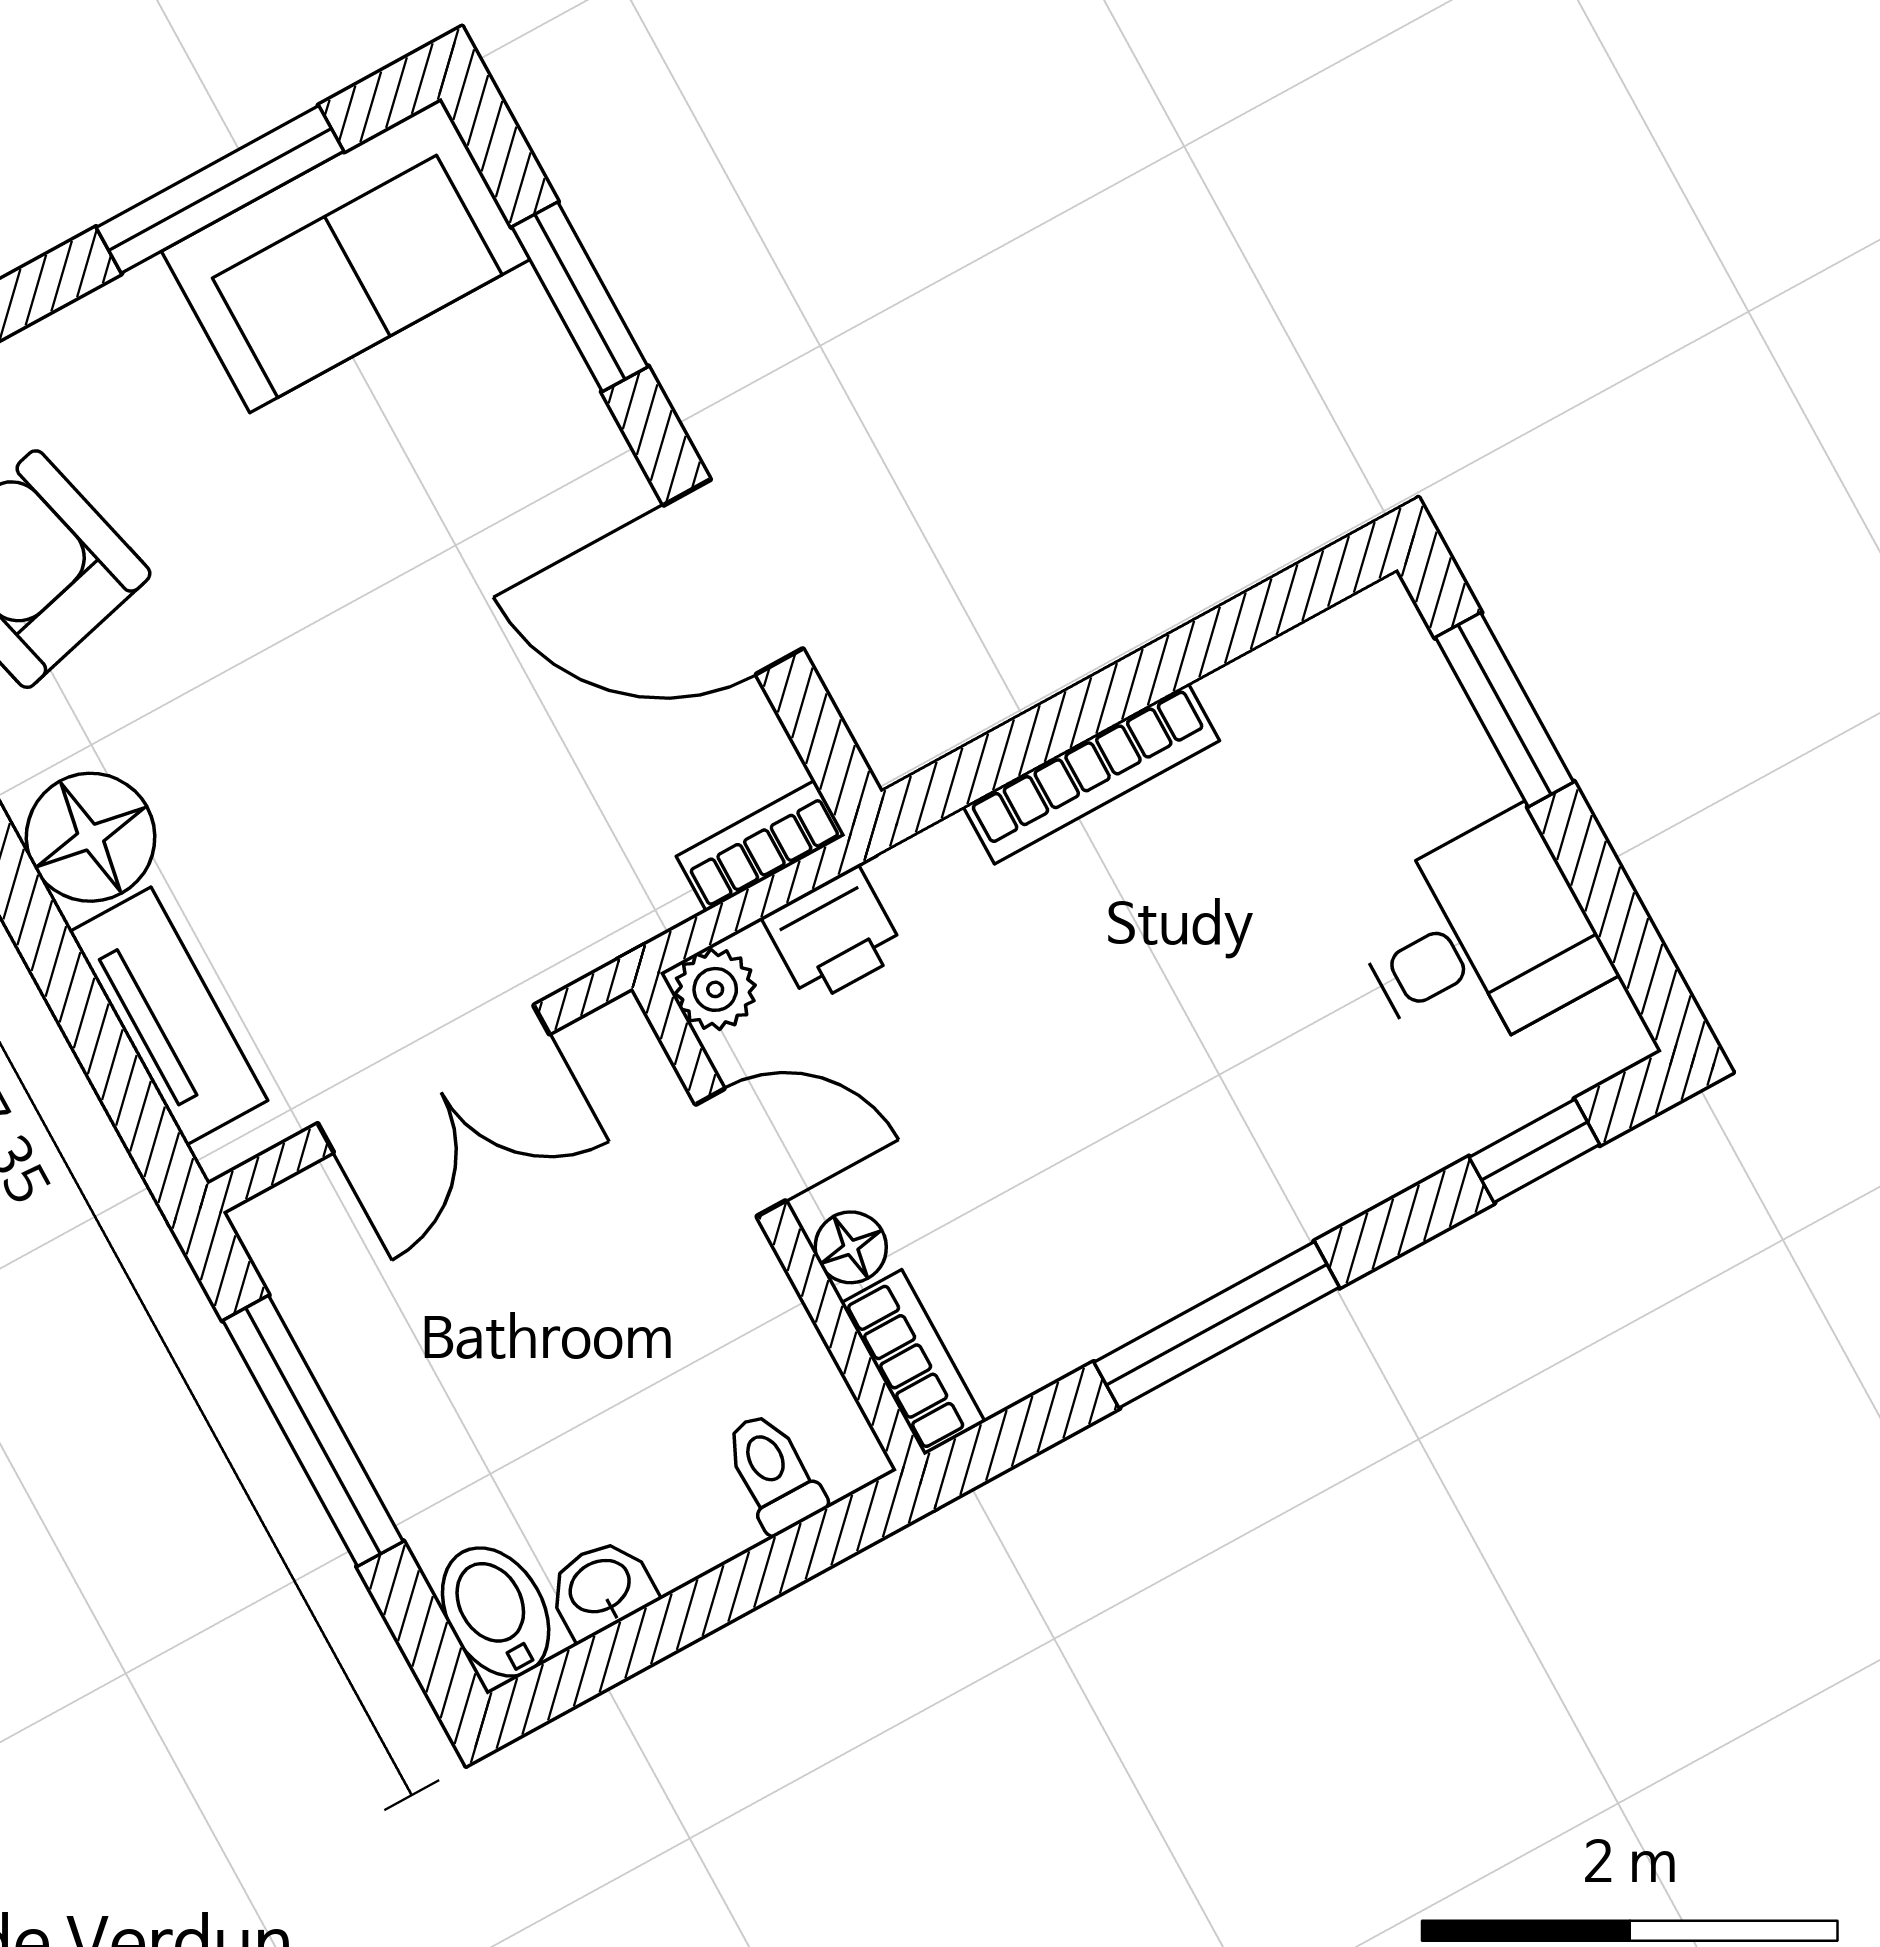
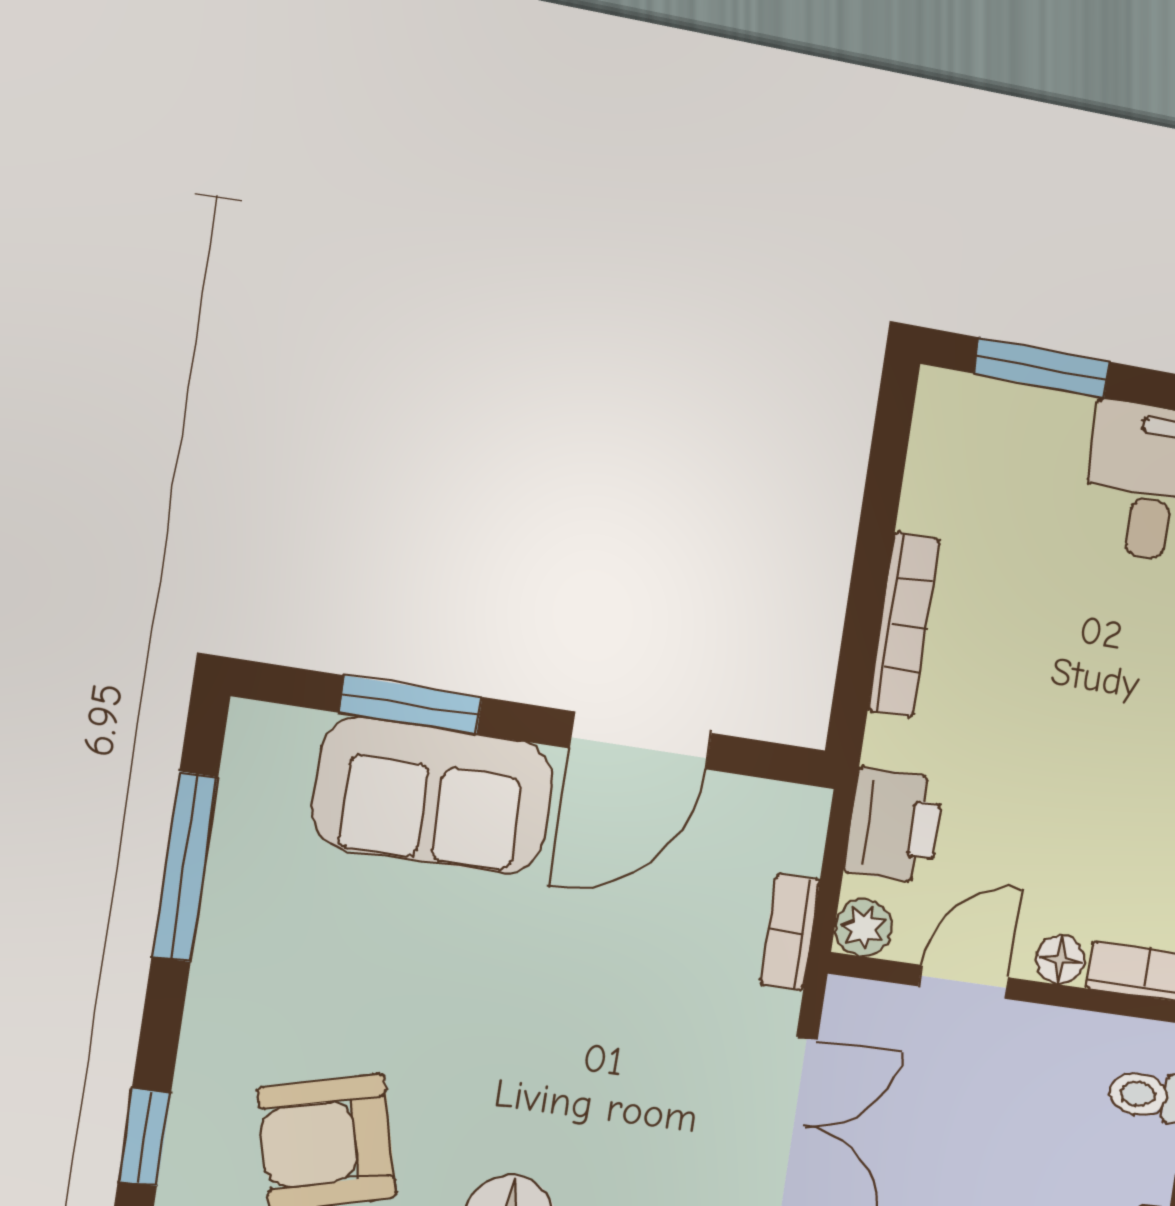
sofa: (346, 255) -> (433, 795), moved, turned 90
bookcase: (761, 846) -> (790, 932), moved
printer: (834, 935) -> (894, 825), width x1.36, depth x1.24

